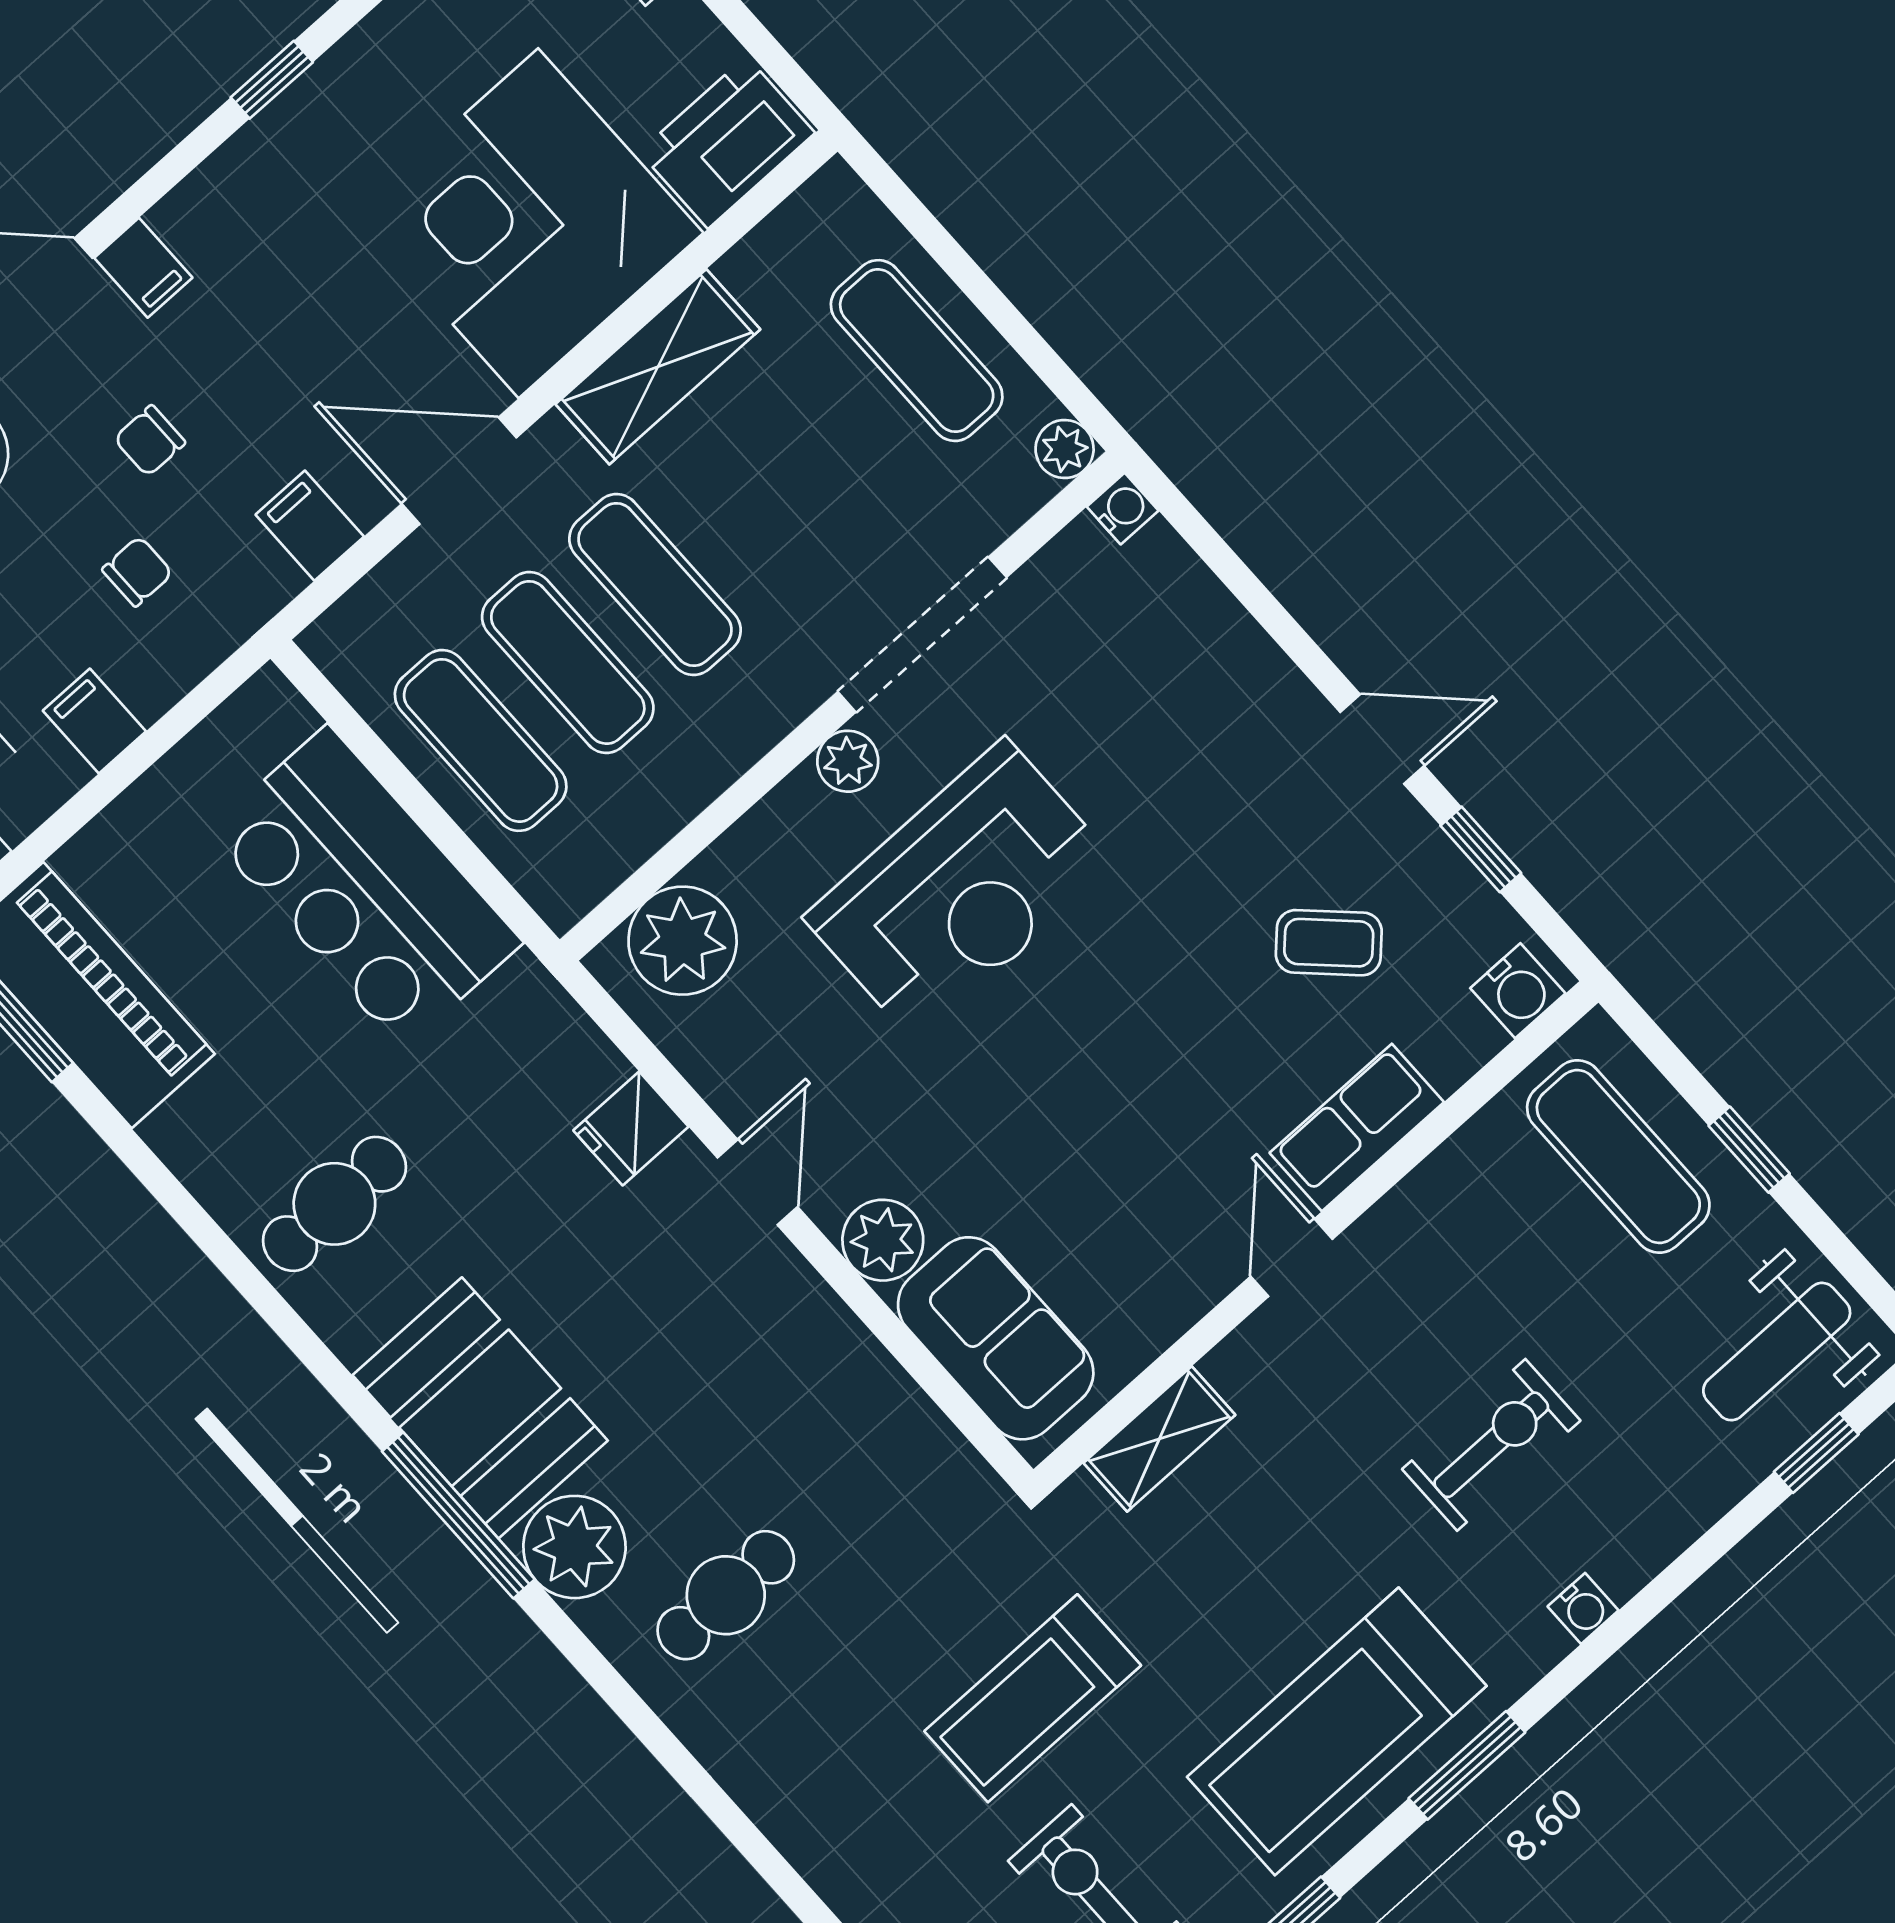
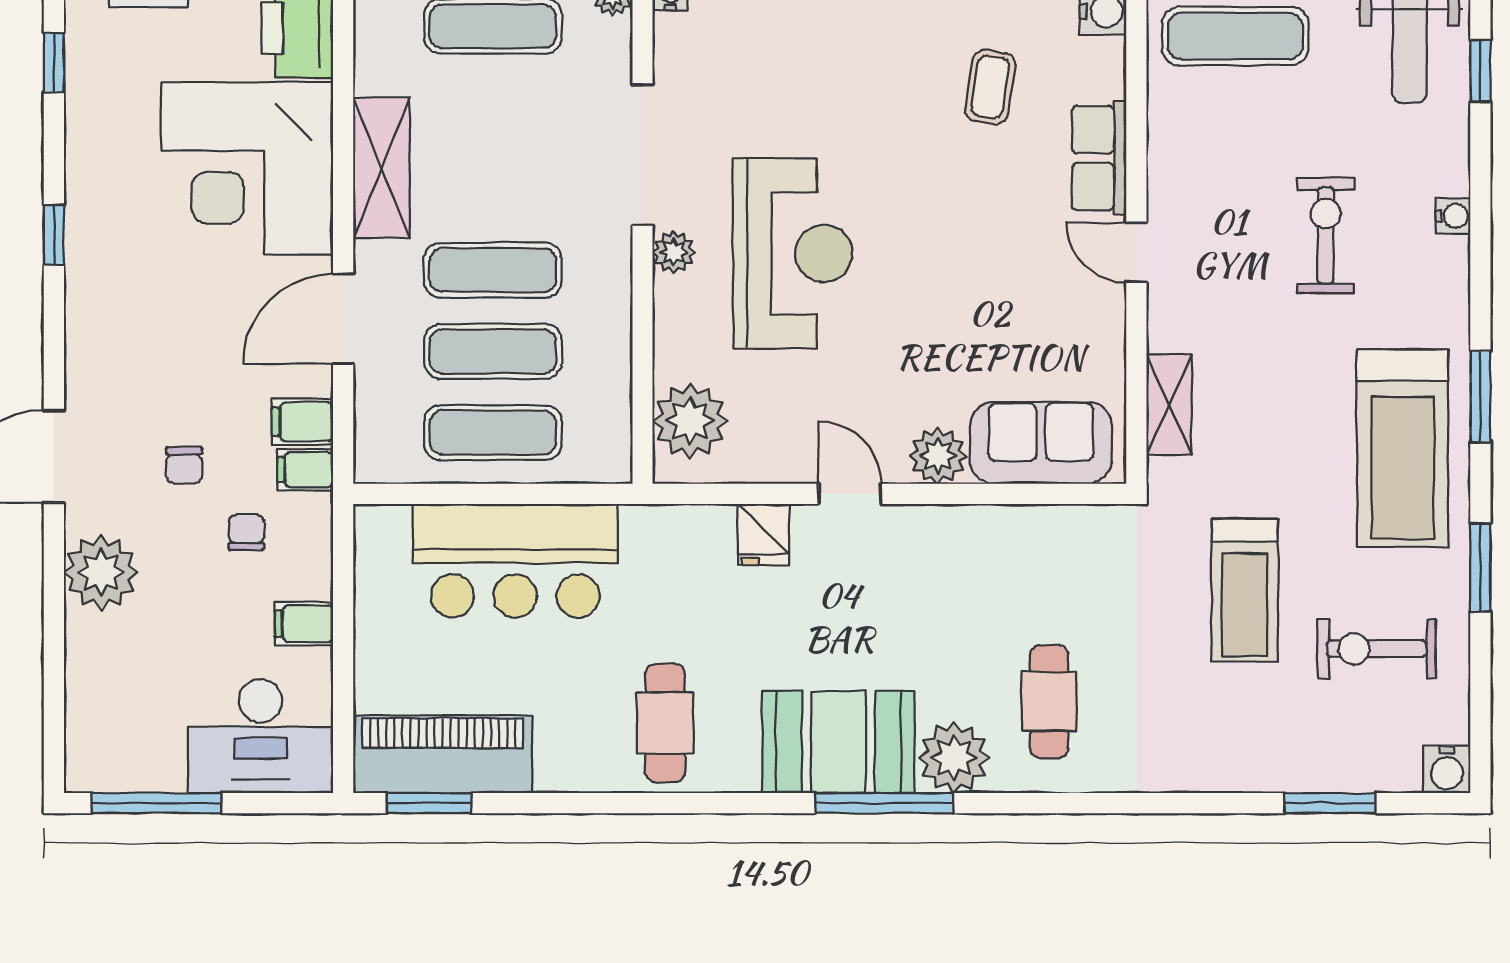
filing cabinet: (143, 268) -> (305, 470), moved, turned 180
coffee table: (1329, 943) -> (990, 87), turned -35
water cooler: (1583, 1608) -> (1453, 216), moved

